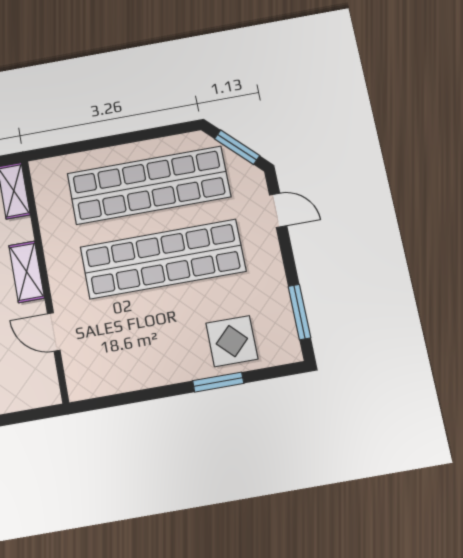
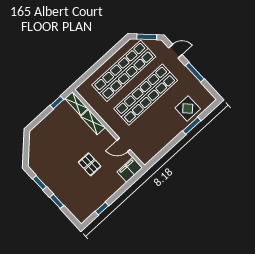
shelving: (27, 272) -> (93, 122), moved
window: (299, 312) -> (195, 72), moved
filing cabinet: (34, 391) -> (130, 170), added

